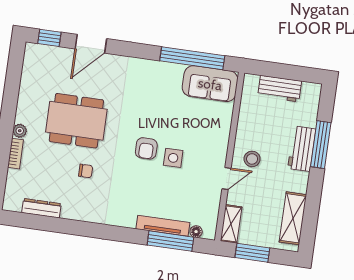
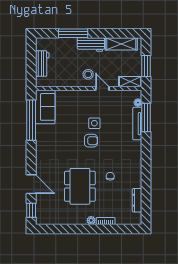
workbench: (302, 149) -> (91, 45), moved

